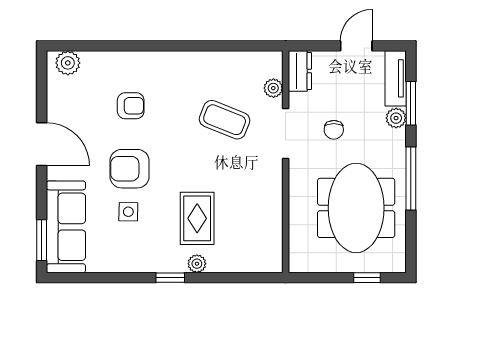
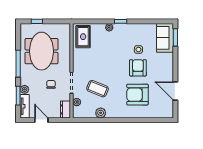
door: (356, 46) -> (41, 120), swing flipped
plant: (68, 63) -> (101, 113), moved
armchair: (131, 106) -> (137, 95), width x1.88, depth x1.88
door: (42, 144) -> (175, 91), moved
armchair: (130, 169) -> (138, 68), turned -90
rug: (197, 218) -> (83, 37), moved
sofa: (66, 227) -> (165, 38), width x0.73

